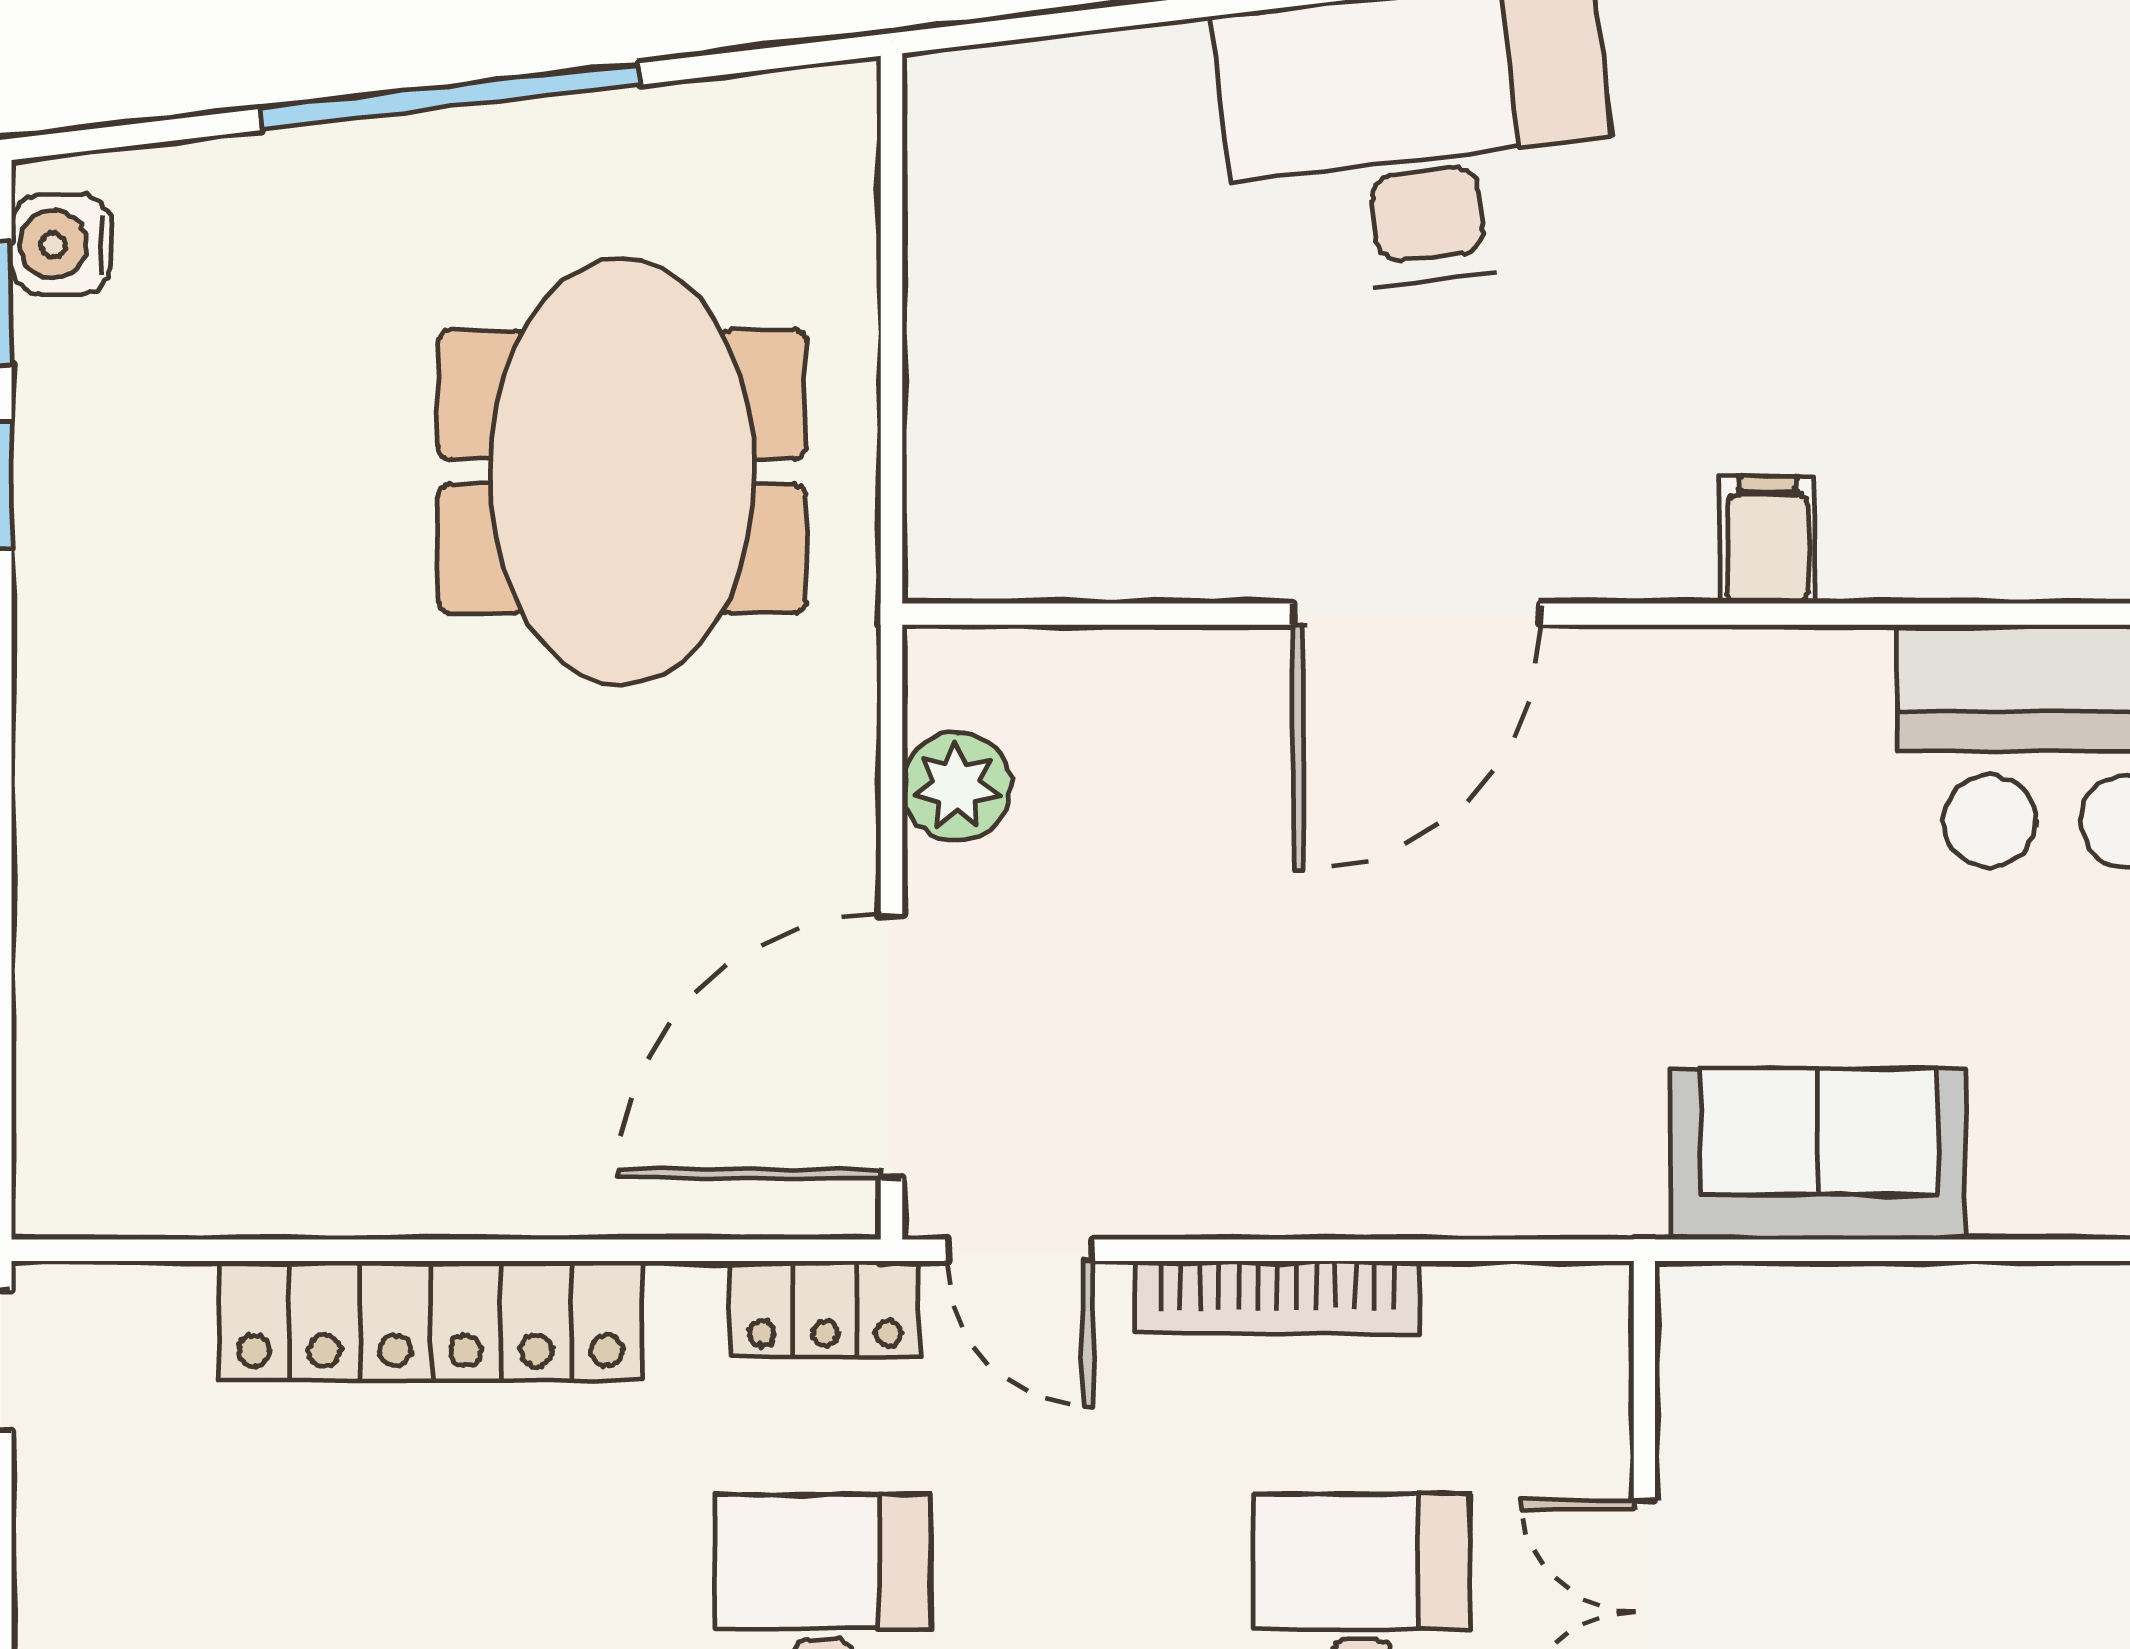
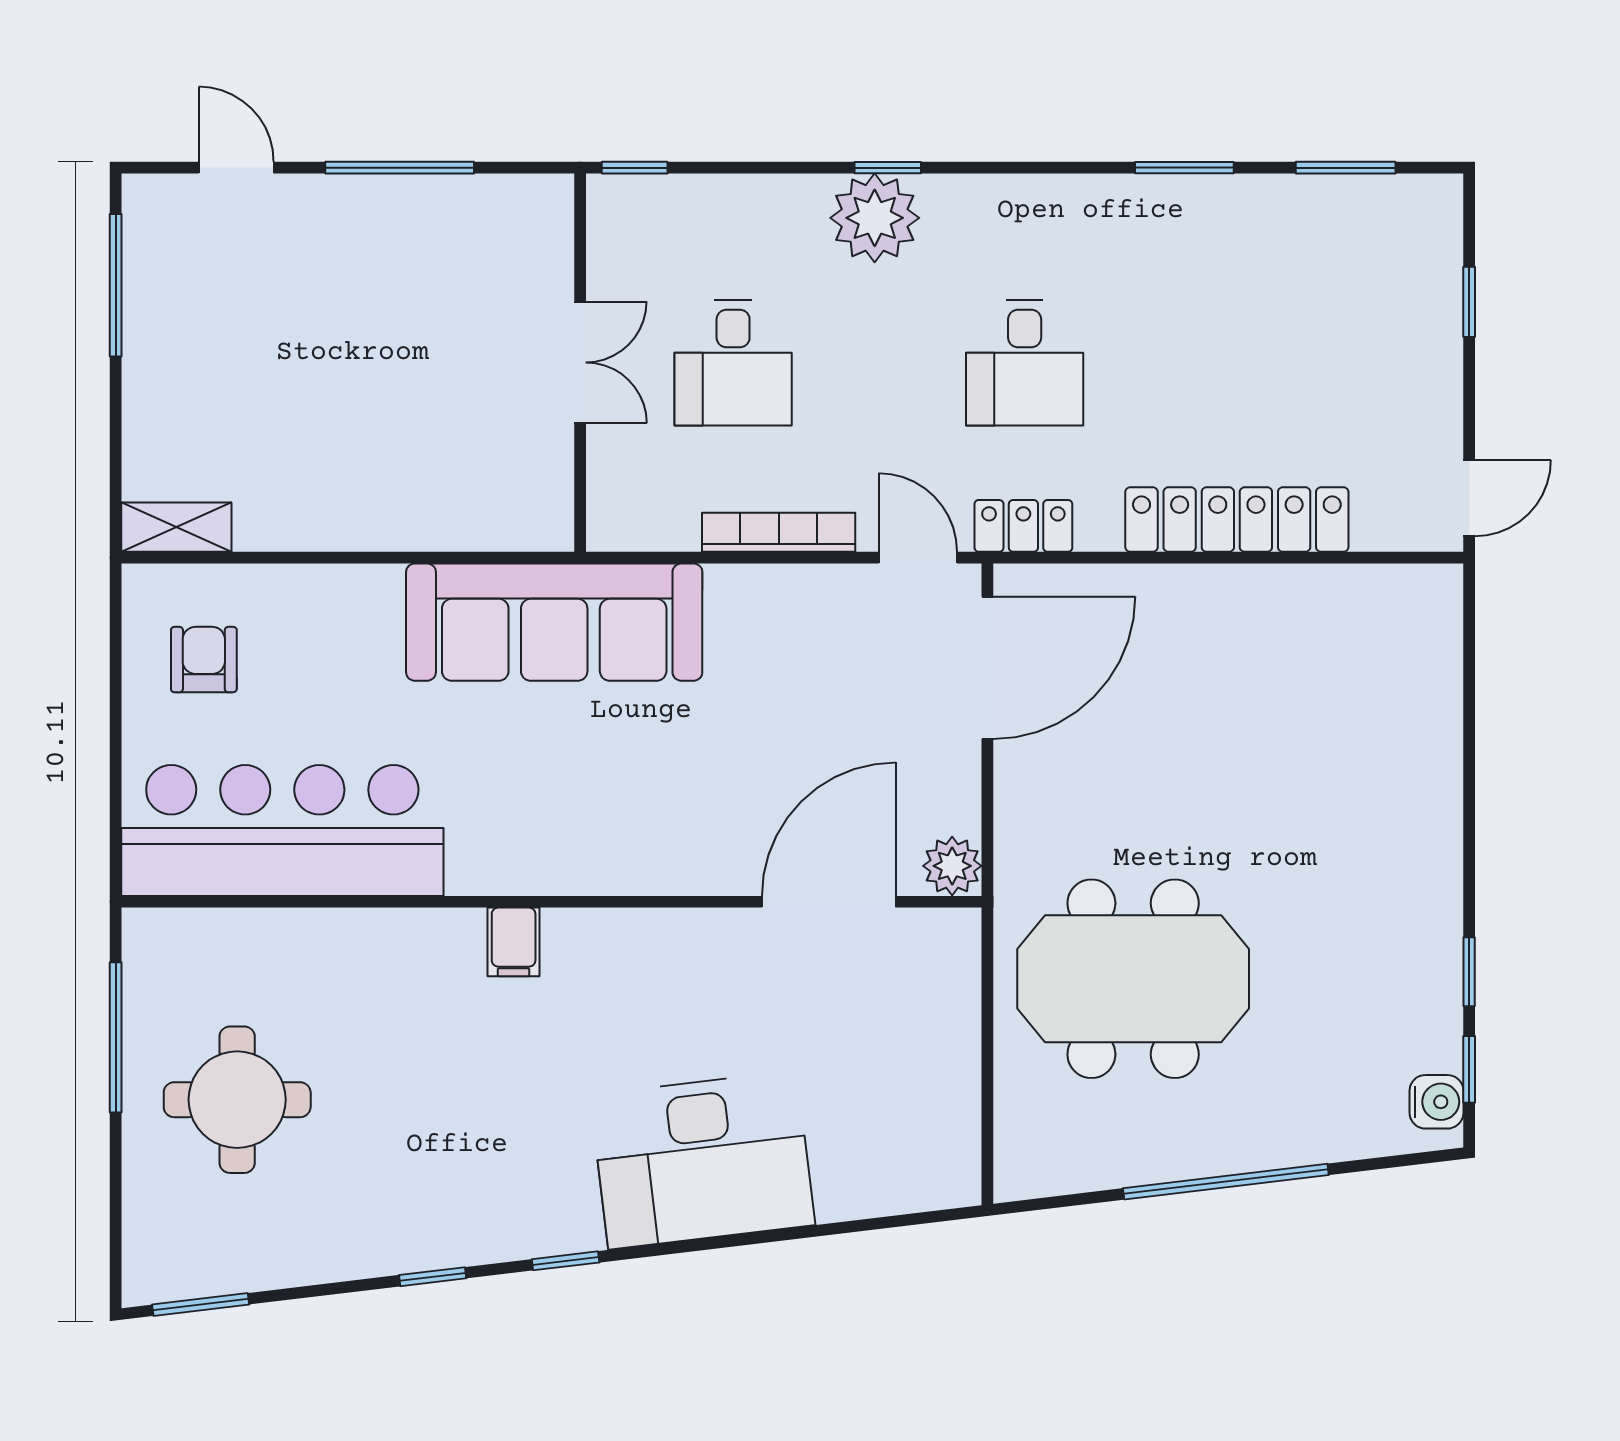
meeting table: (622, 472) -> (1133, 979), turned 90
door: (1417, 614) -> (829, 902), moved
plant: (957, 786) -> (952, 866), moved
sofa: (1818, 1154) -> (554, 622), width x1.85, depth x1.27

